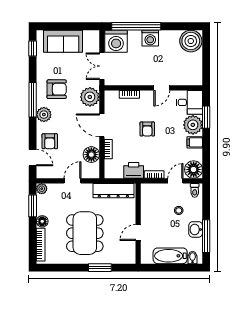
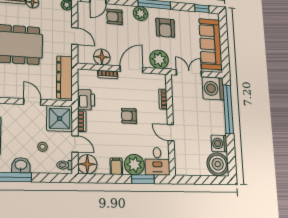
washing machine: (150, 38) -> (219, 143), moved
sofa: (63, 41) -> (211, 44), width x1.36
shower: (152, 195) -> (60, 119), added
door: (138, 233) -> (32, 102), moved

